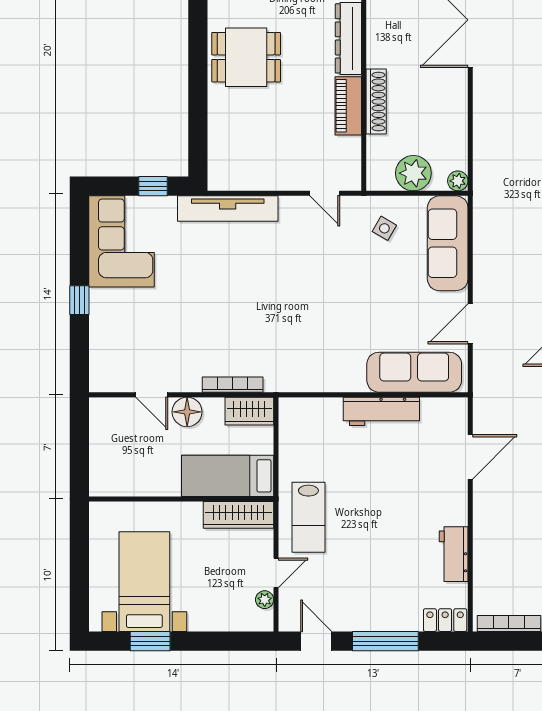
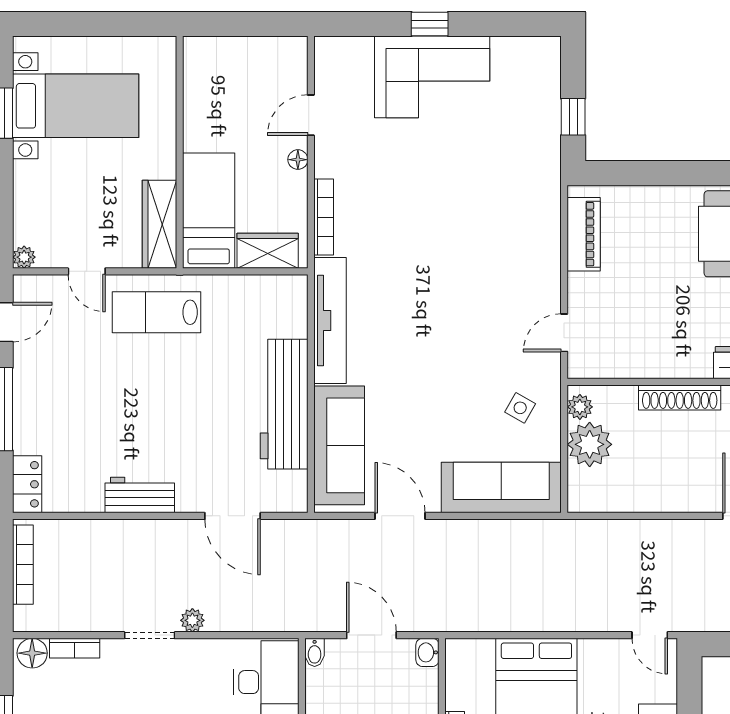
piano: (348, 106) -> (584, 234), moved, turned 90
plant: (458, 181) -> (580, 407), moved
tv unit: (228, 209) -> (330, 321), moved, turned 180
corner sofa: (121, 241) -> (432, 77), moved
wardrobe: (249, 411) -> (268, 251), moved, turned 90
workbench: (381, 411) -> (284, 404), width x1.36, depth x1.32
floor lamp: (187, 412) -> (298, 160), width x0.53, depth x0.53
workbench: (454, 554) -> (140, 495), moved
plant: (265, 600) -> (24, 257), moved

